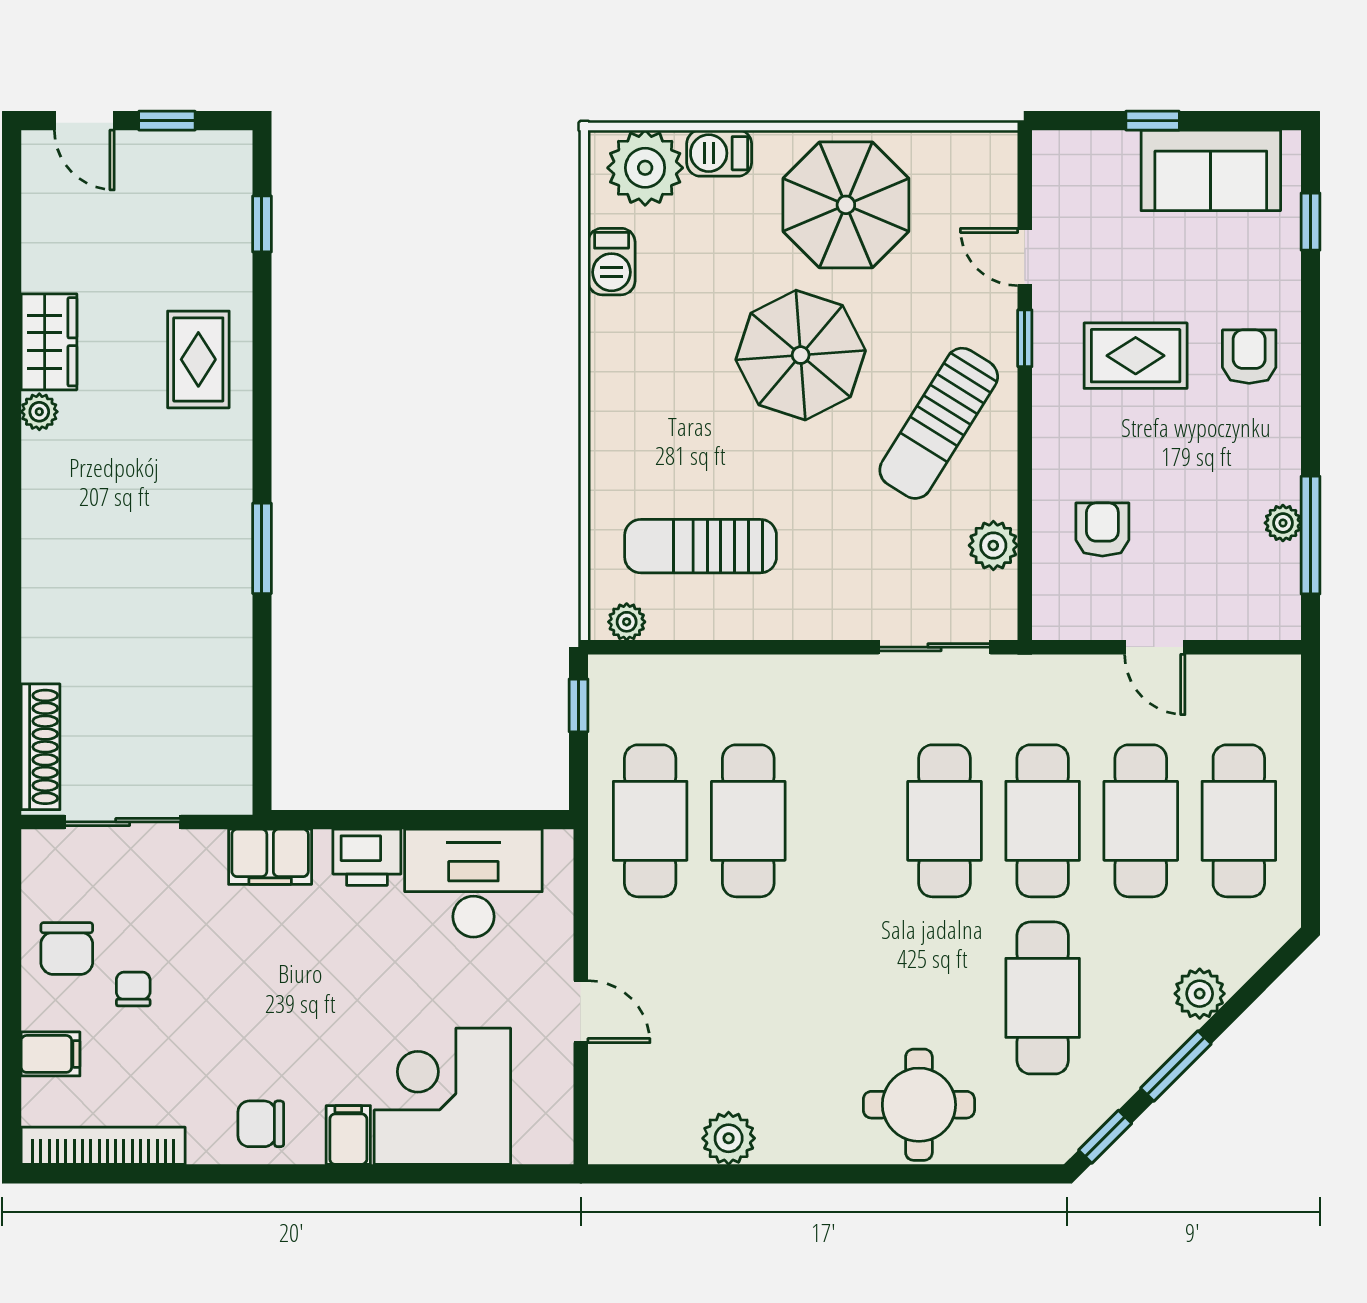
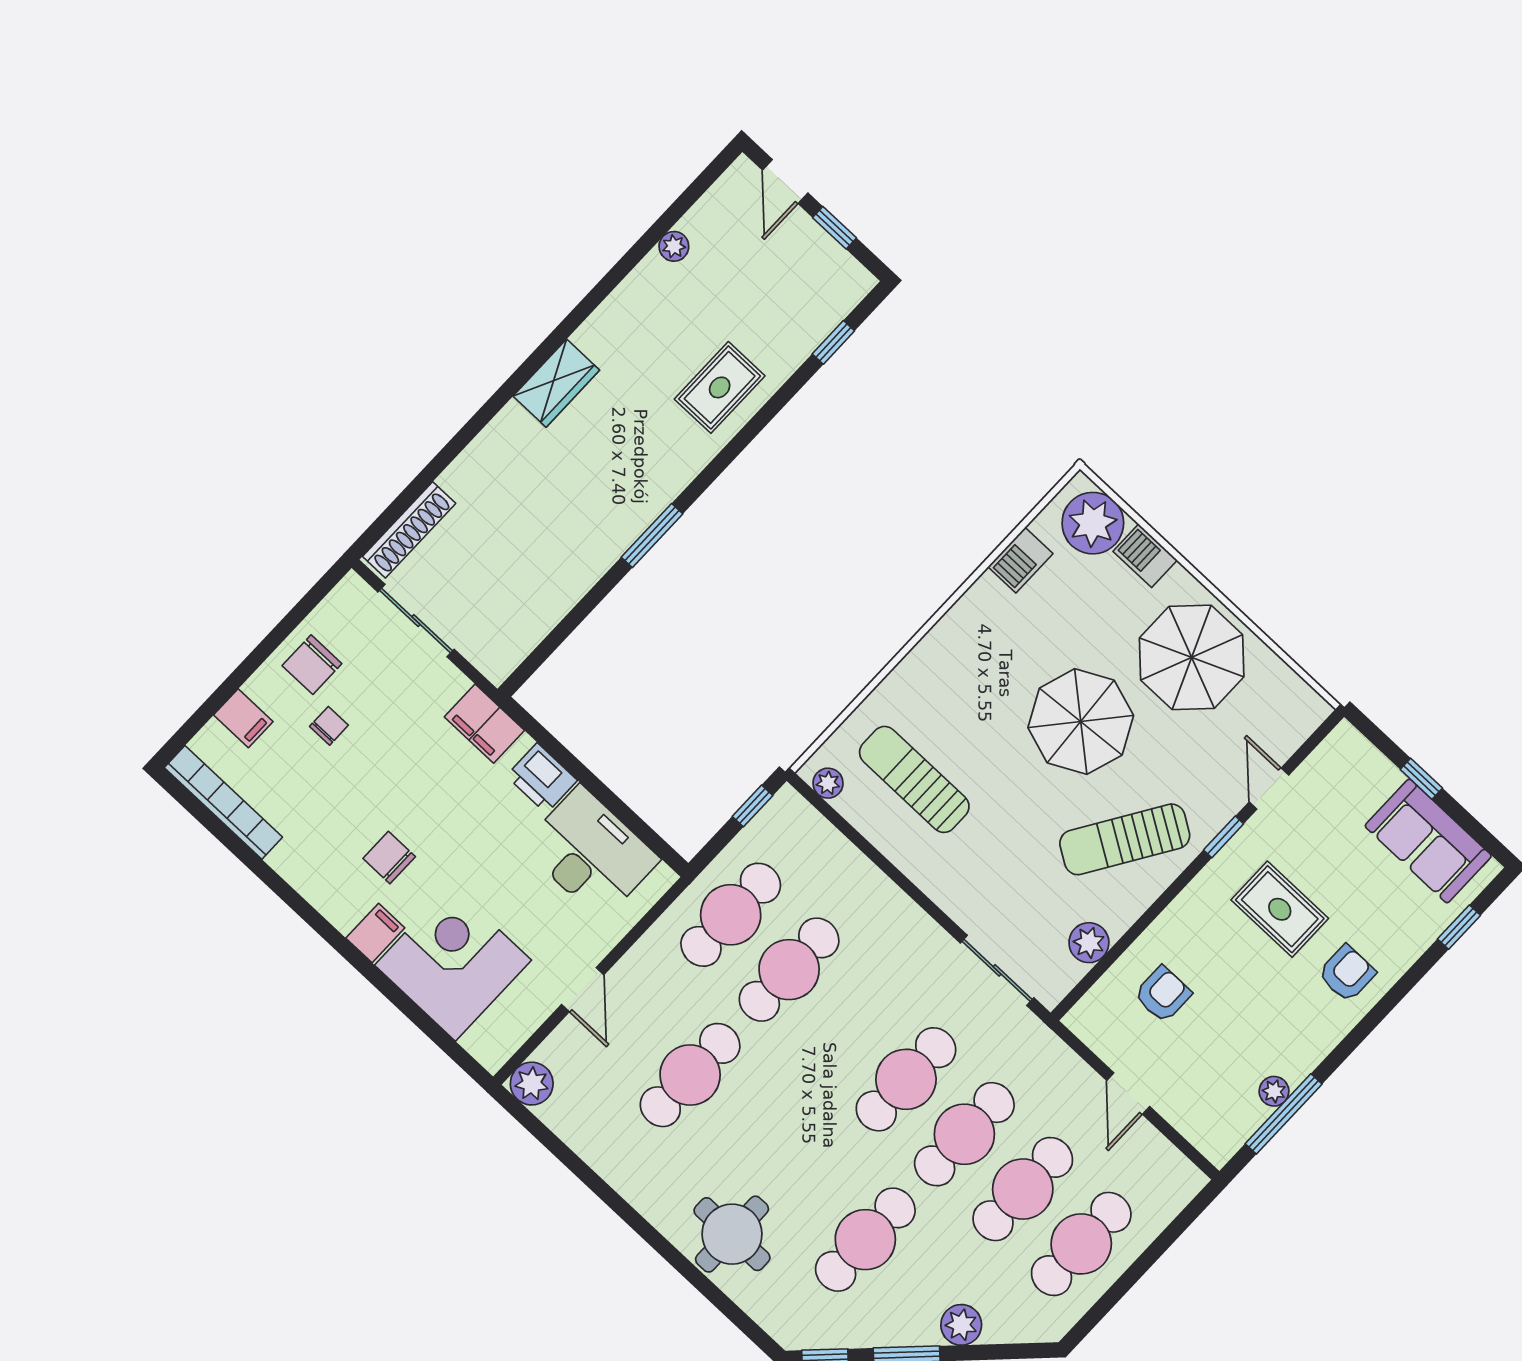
wardrobe: (49, 342) -> (556, 383), moved
plant: (39, 412) -> (674, 246), moved
cafe table: (748, 998) -> (690, 1075), added
chair: (261, 1124) -> (389, 858), moved
plant: (729, 1138) -> (532, 1084), moved

